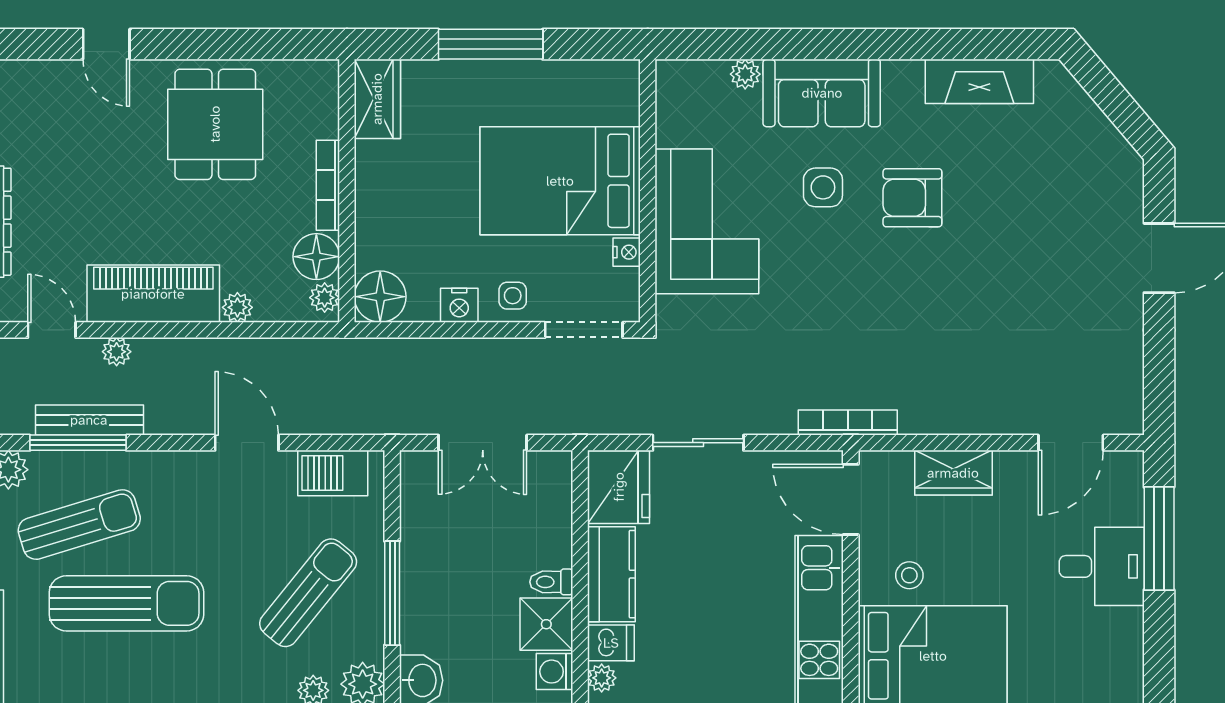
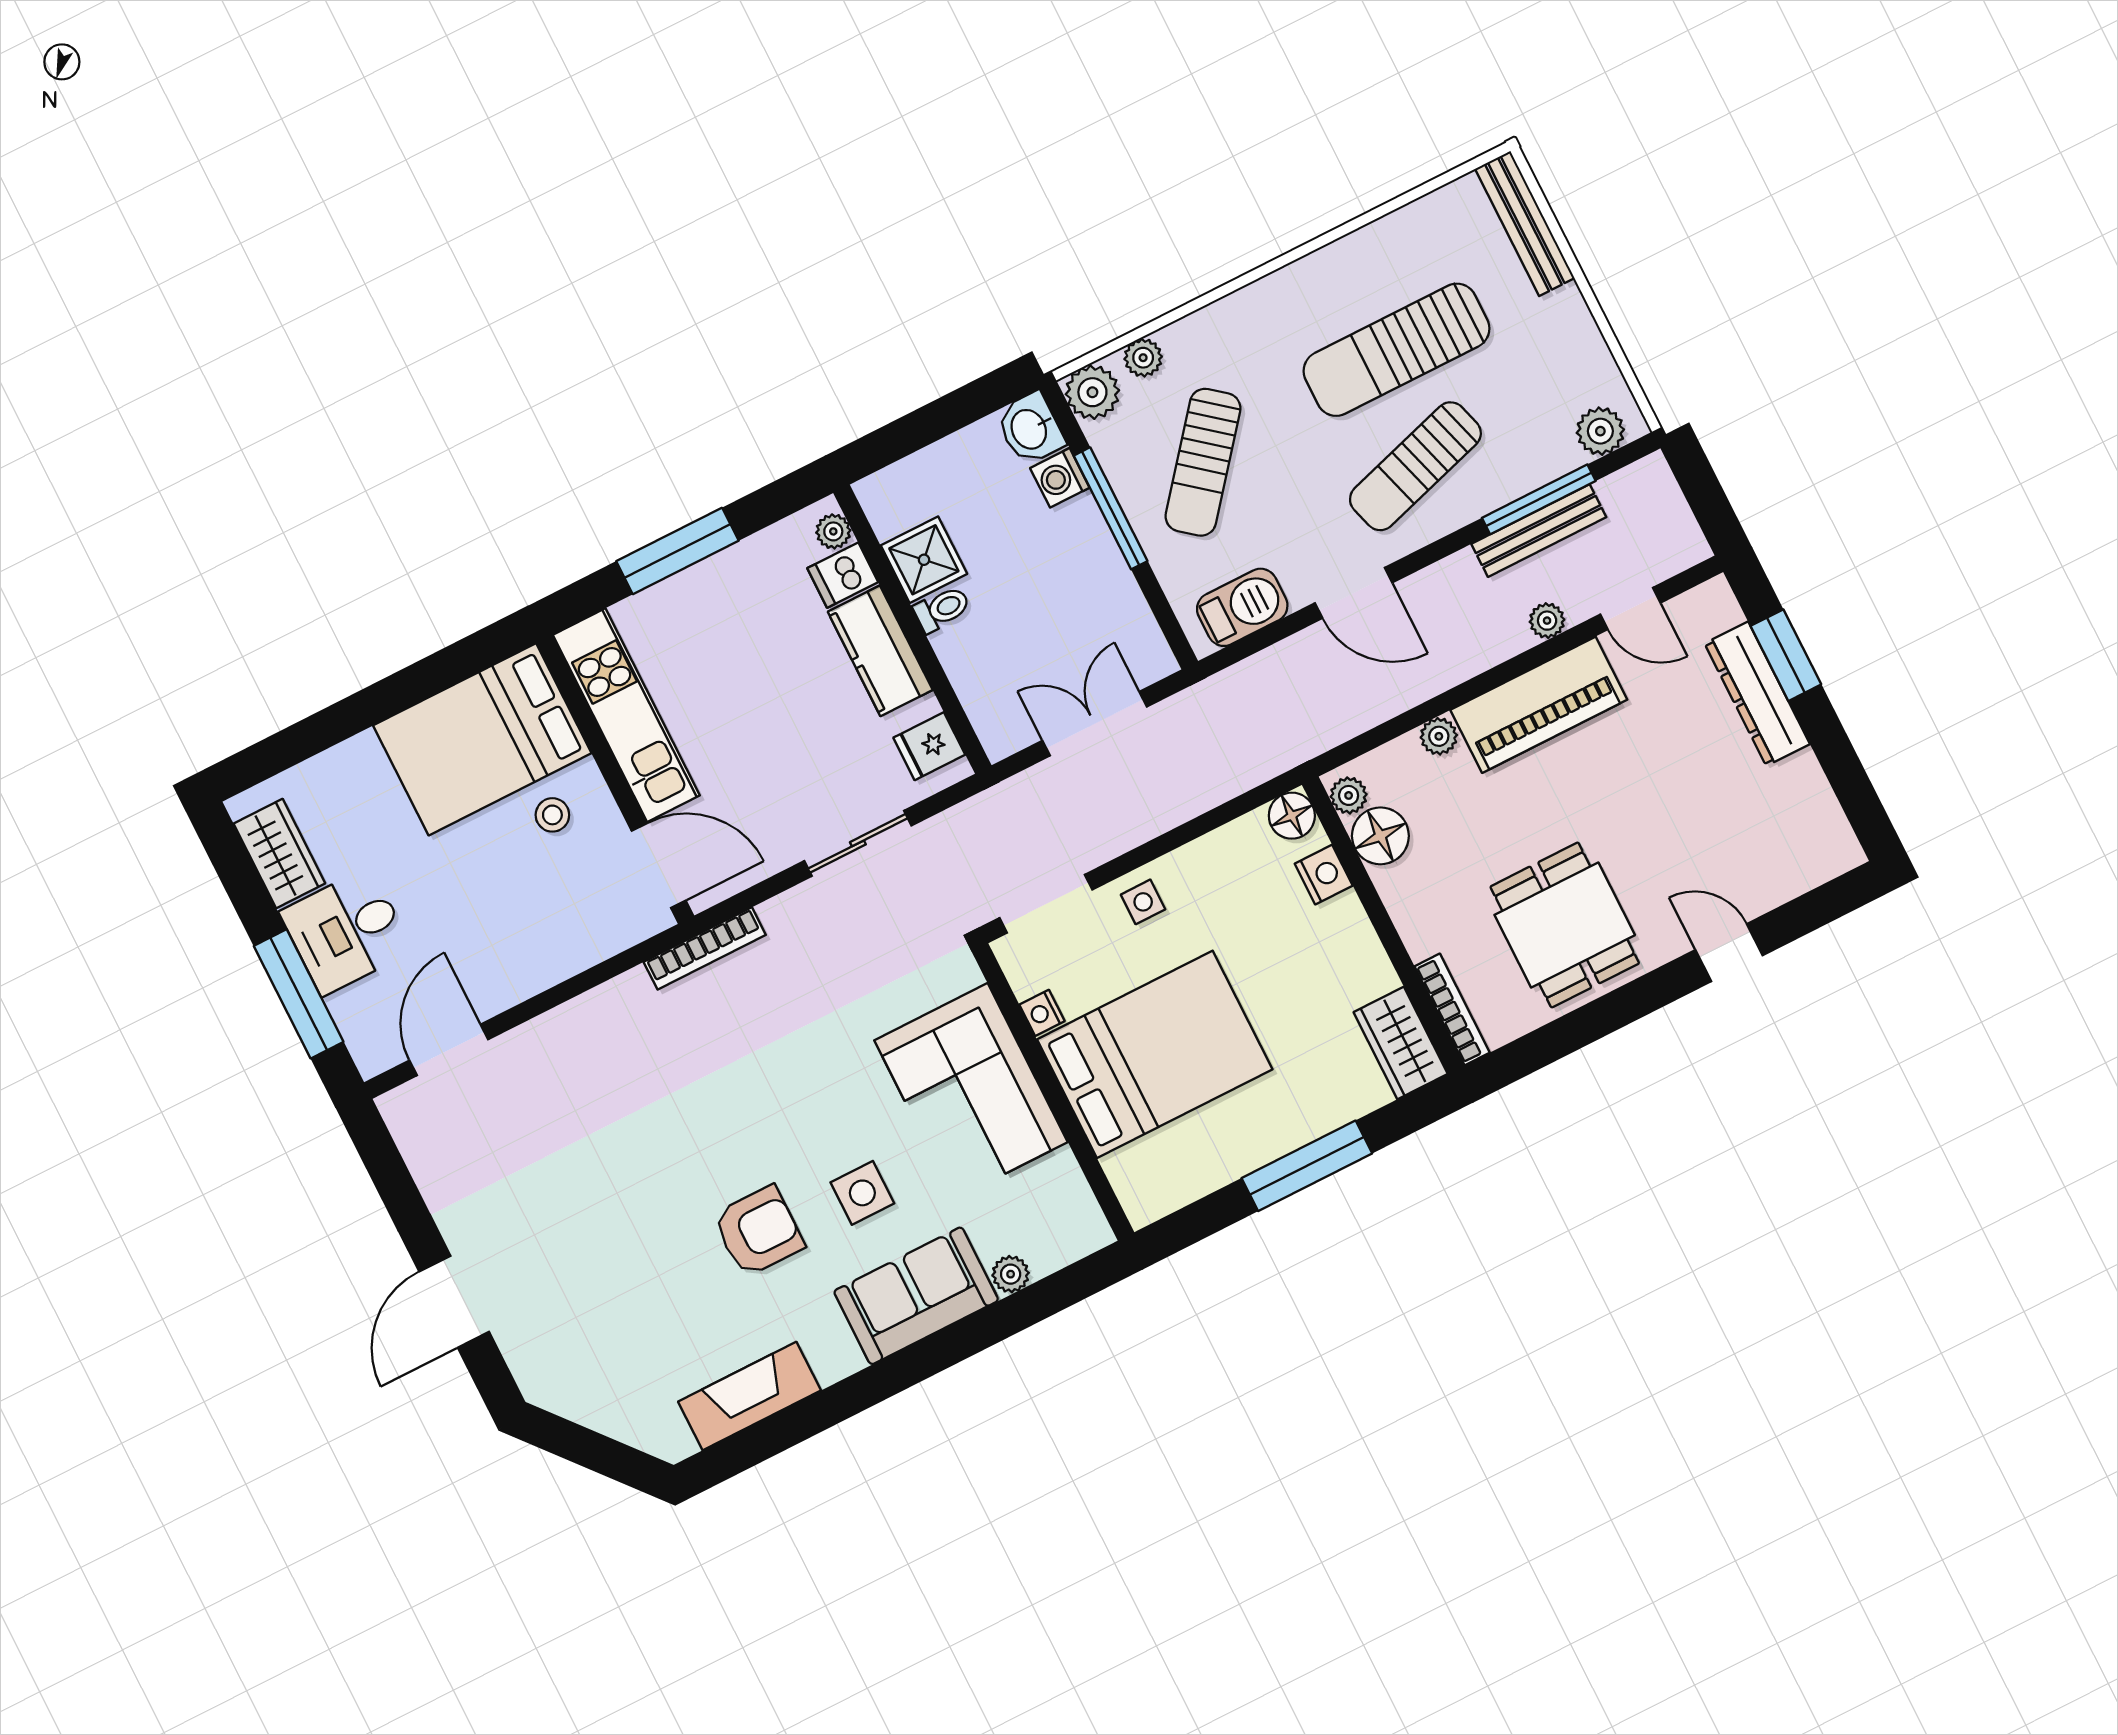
bookcase: (328, 185) -> (1452, 1009), moved
floor lamp: (380, 297) -> (1292, 816), width x0.73, depth x0.73
nightstand: (459, 305) -> (1324, 875), moved, turned 90
wardrobe: (953, 473) -> (279, 854), moved, turned 90
fridge: (619, 487) -> (929, 746), width x0.53, depth x0.75
sun lounger: (79, 525) -> (1415, 466), moved
washing machine: (554, 672) -> (1060, 478), moved, turned 180

